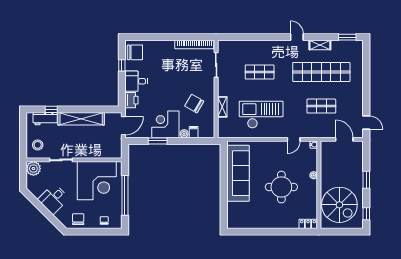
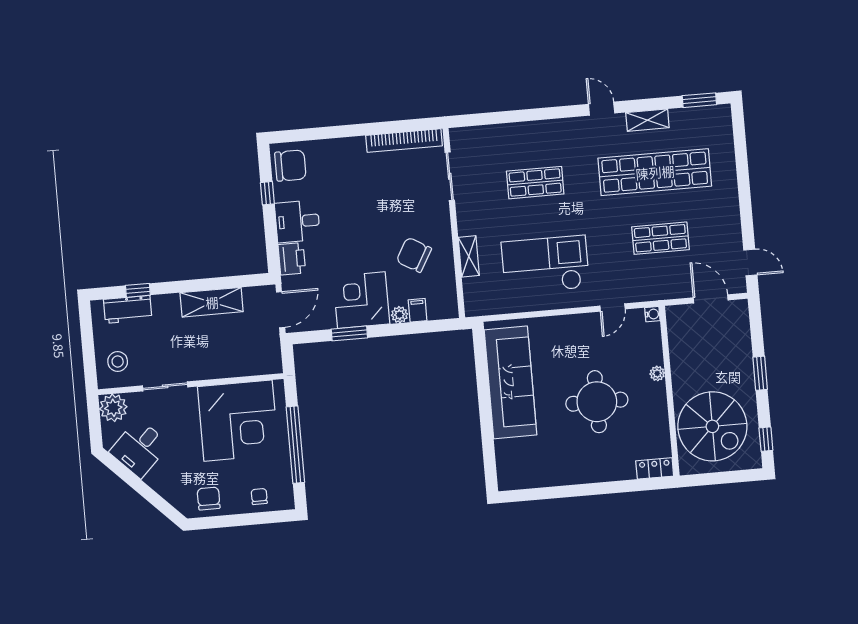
shelving: (81, 119) -> (212, 302), width x0.68
desk: (53, 199) -> (139, 448), moved

